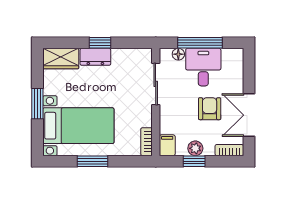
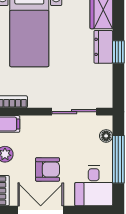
desk: (203, 67) -> (94, 186), moved, turned 90

